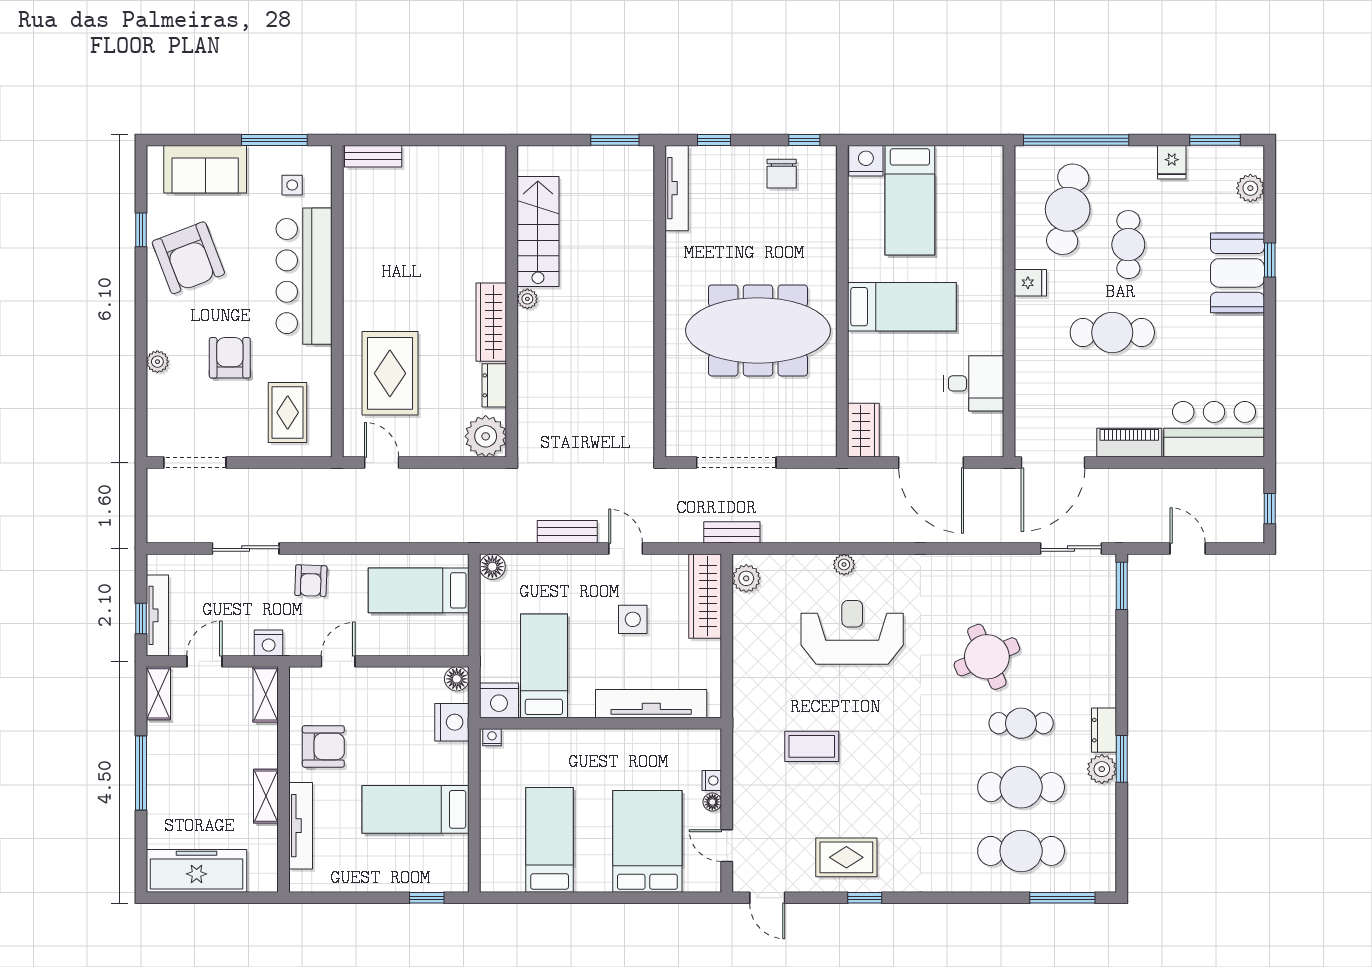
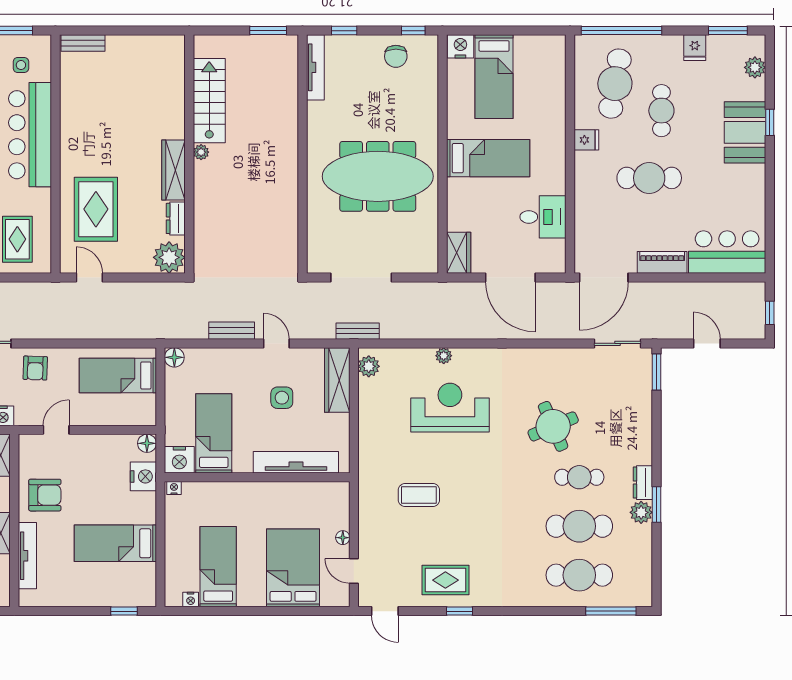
nightstand: (712, 780) -> (191, 600), moved, turned 90

